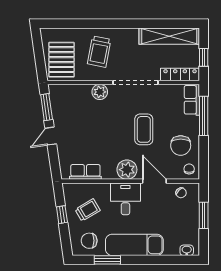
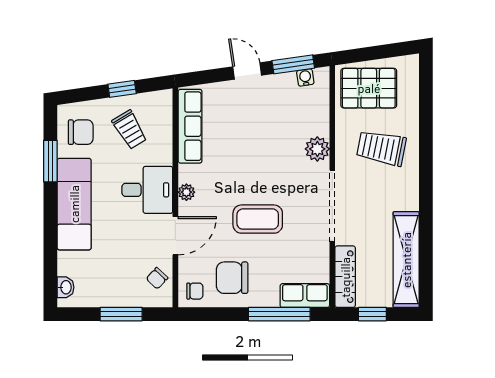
water cooler: (55, 99) -> (305, 77), added
plant: (127, 170) -> (186, 192), width x0.53, depth x0.53
row of seats: (85, 172) -> (190, 126), width x1.48
chair: (89, 241) -> (81, 132), turned 90

